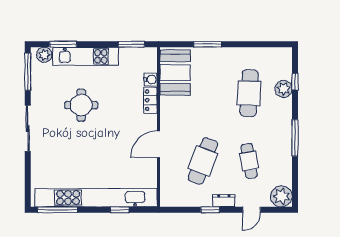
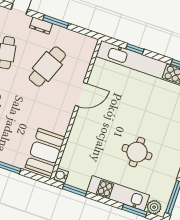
water cooler: (151, 80) -> (61, 175), moved
locker: (150, 100) -> (75, 135), removed
window: (210, 210) -> (56, 22), width x1.50

